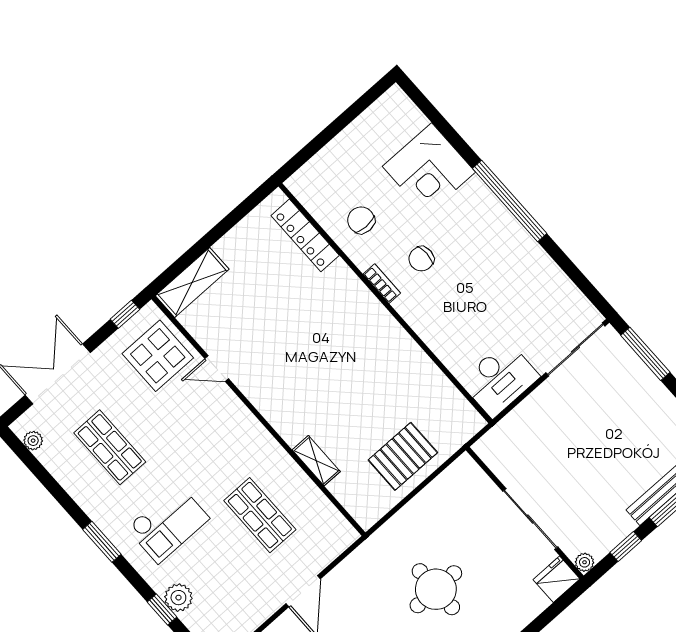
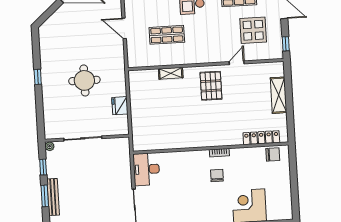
chair: (361, 220) -> (273, 154), moved
shelving: (192, 282) -> (279, 95), moved
display table: (158, 356) -> (253, 30), moved
pallet: (403, 456) -> (211, 86), moved
fridge: (556, 579) -> (120, 106), moved, turned 180

